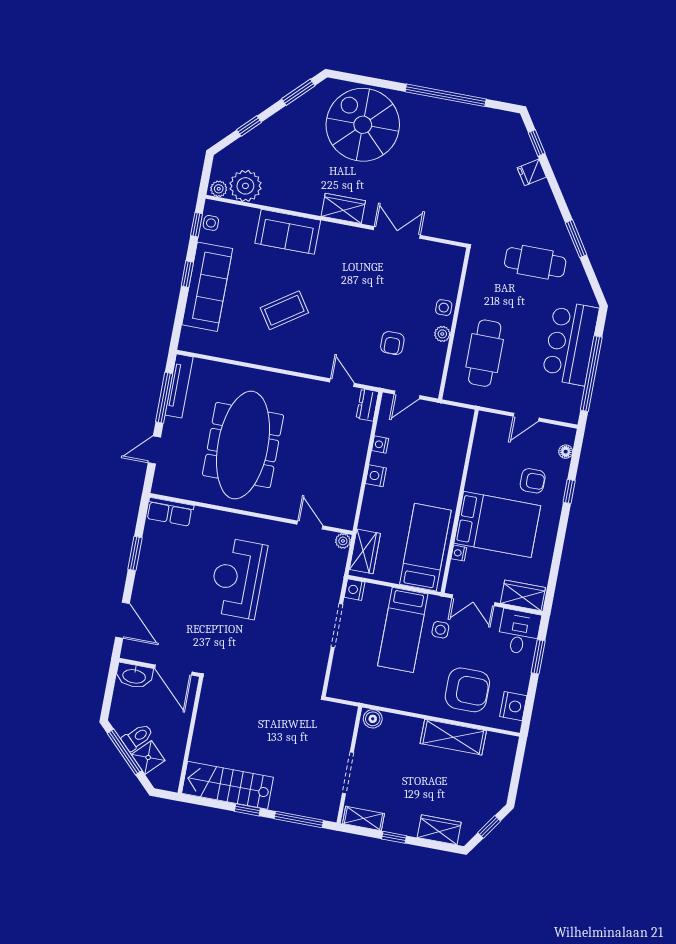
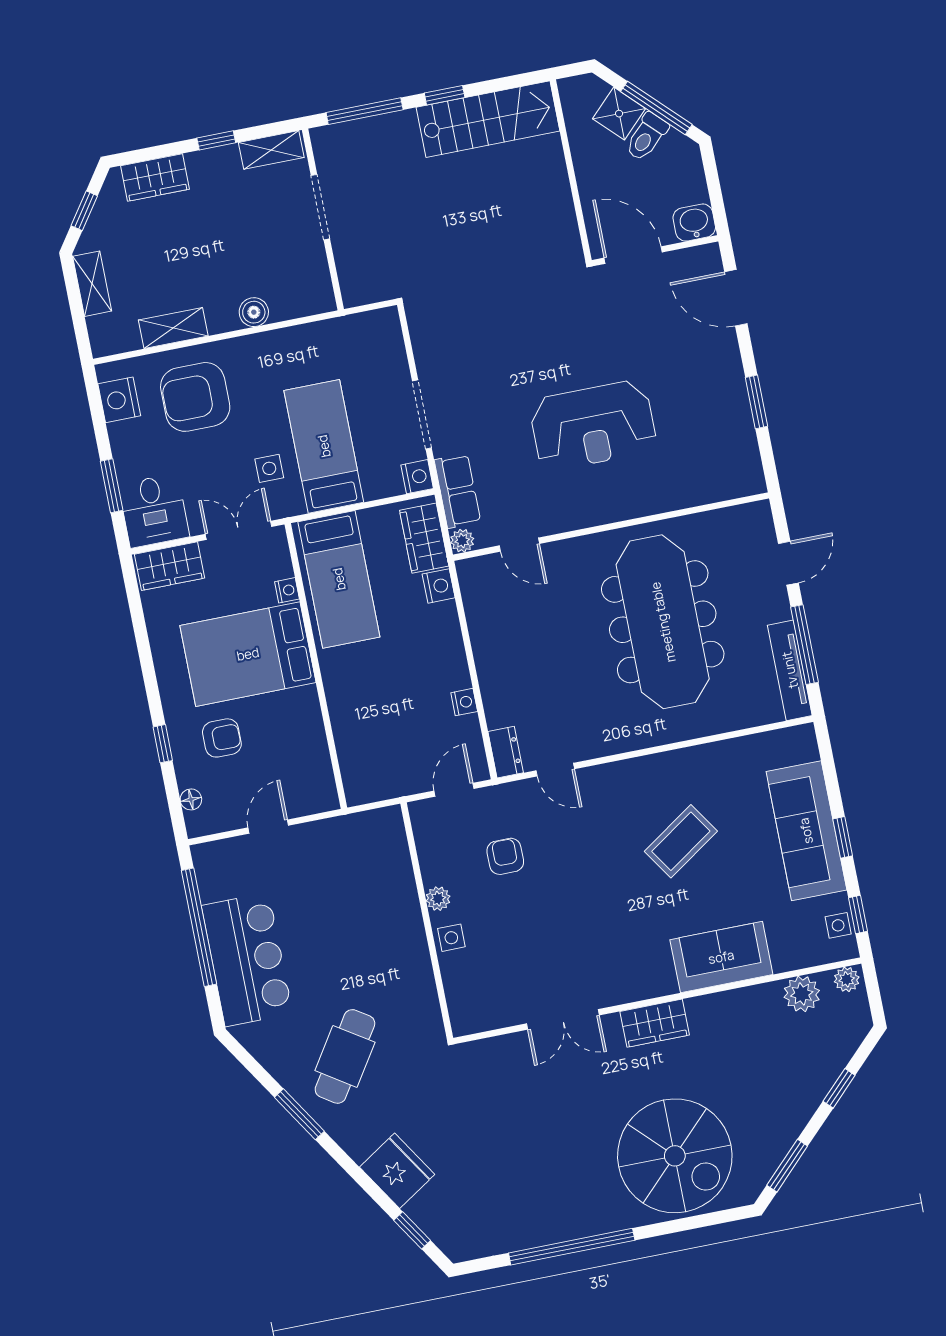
fridge: (532, 172) -> (397, 1171), width x1.88, depth x1.34
plant: (245, 186) -> (802, 994), width x0.73, depth x0.73
cafe table: (535, 262) -> (345, 1056), turned -57
cafe table: (485, 353) -> (365, 895), removed
nightstand: (376, 476) -> (439, 586), moved
armchair: (533, 481) -> (222, 738), turned 180
row of seats: (170, 512) -> (457, 491), moved, turned 90
reception desk: (238, 578) -> (593, 425), turned 90
washbasin: (134, 676) -> (694, 223), width x0.72
boiler: (373, 719) -> (254, 312), moved
shelving: (453, 737) -> (173, 328), width x0.67, depth x0.75
shelving: (502, 782) -> (92, 284), added

